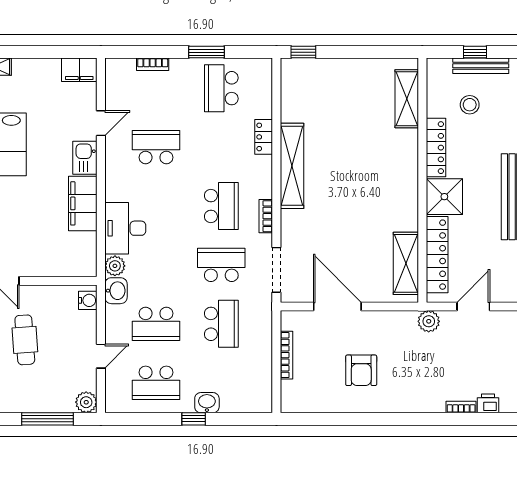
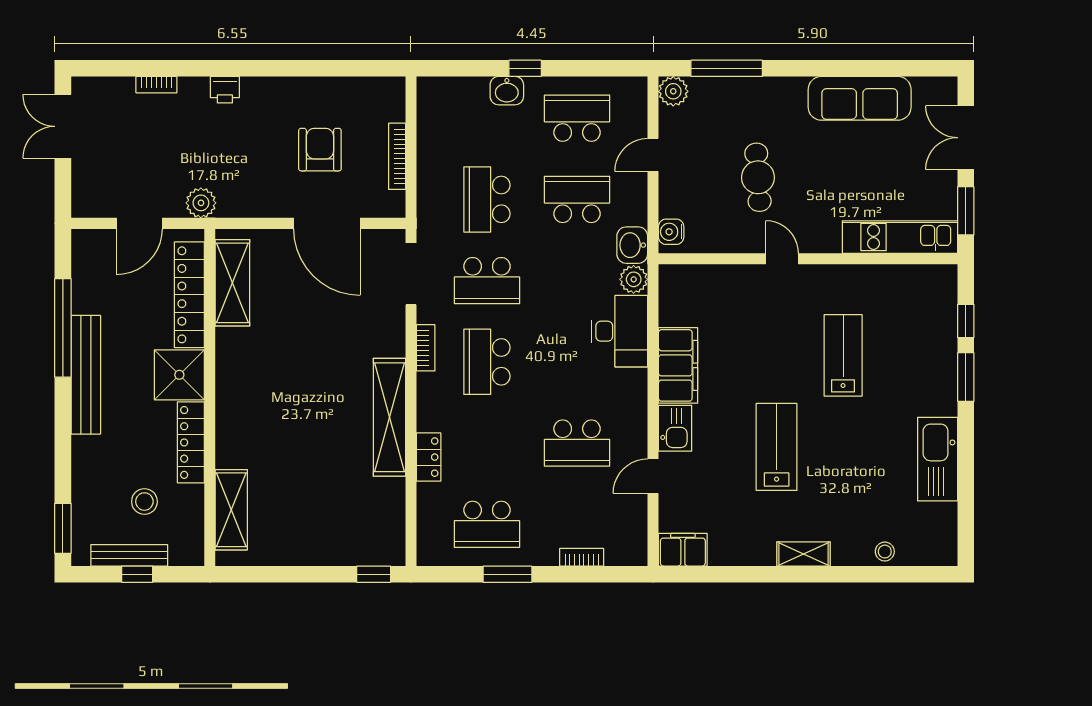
school desk: (221, 88) -> (487, 524), turned 90
armchair: (361, 370) -> (320, 150), moved
printer: (488, 403) -> (225, 90), moved

